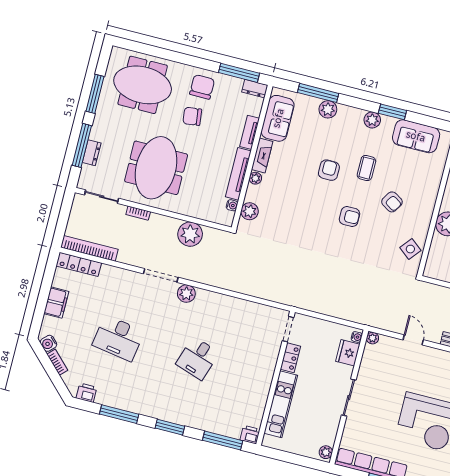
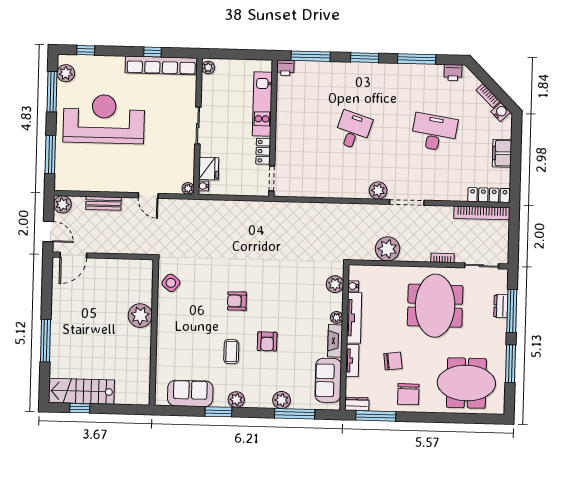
chair: (192, 116) -> (393, 361), moved
armchair: (392, 202) -> (199, 325), removed

